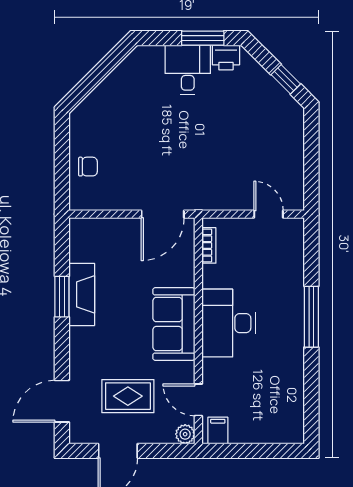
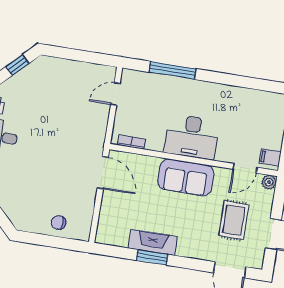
chair: (88, 167) -> (59, 223), turned -90
window: (311, 317) -> (173, 70), moved

